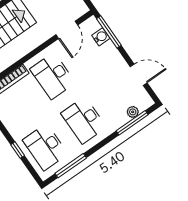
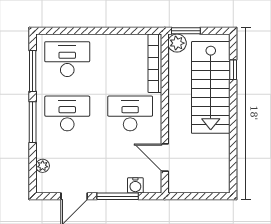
window: (109, 32) -> (118, 196), moved
window: (132, 123) -> (33, 122), moved
window: (18, 150) -> (83, 31), removed

